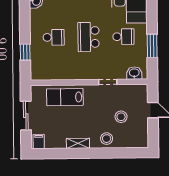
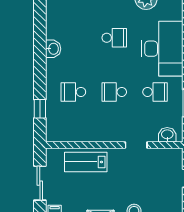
school desk: (54, 37) -> (73, 92), turned 180
school desk: (89, 37) -> (114, 92), width x0.54
stool: (121, 117) -> (151, 186), removed

